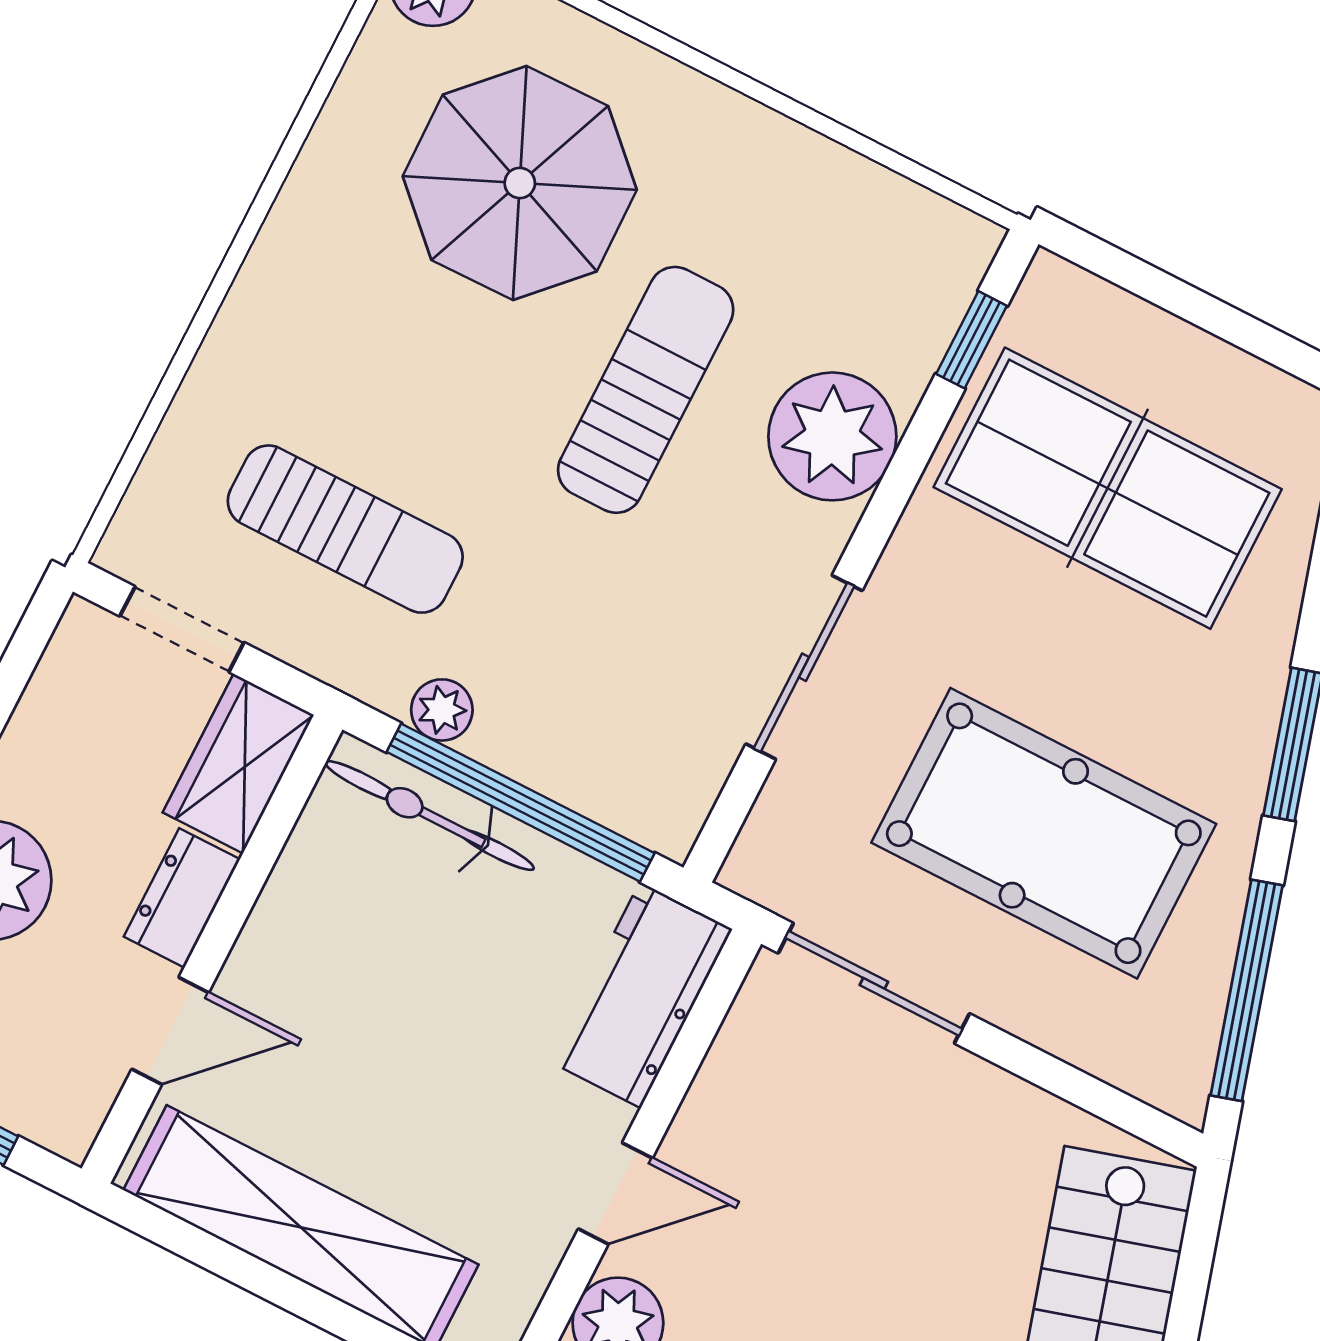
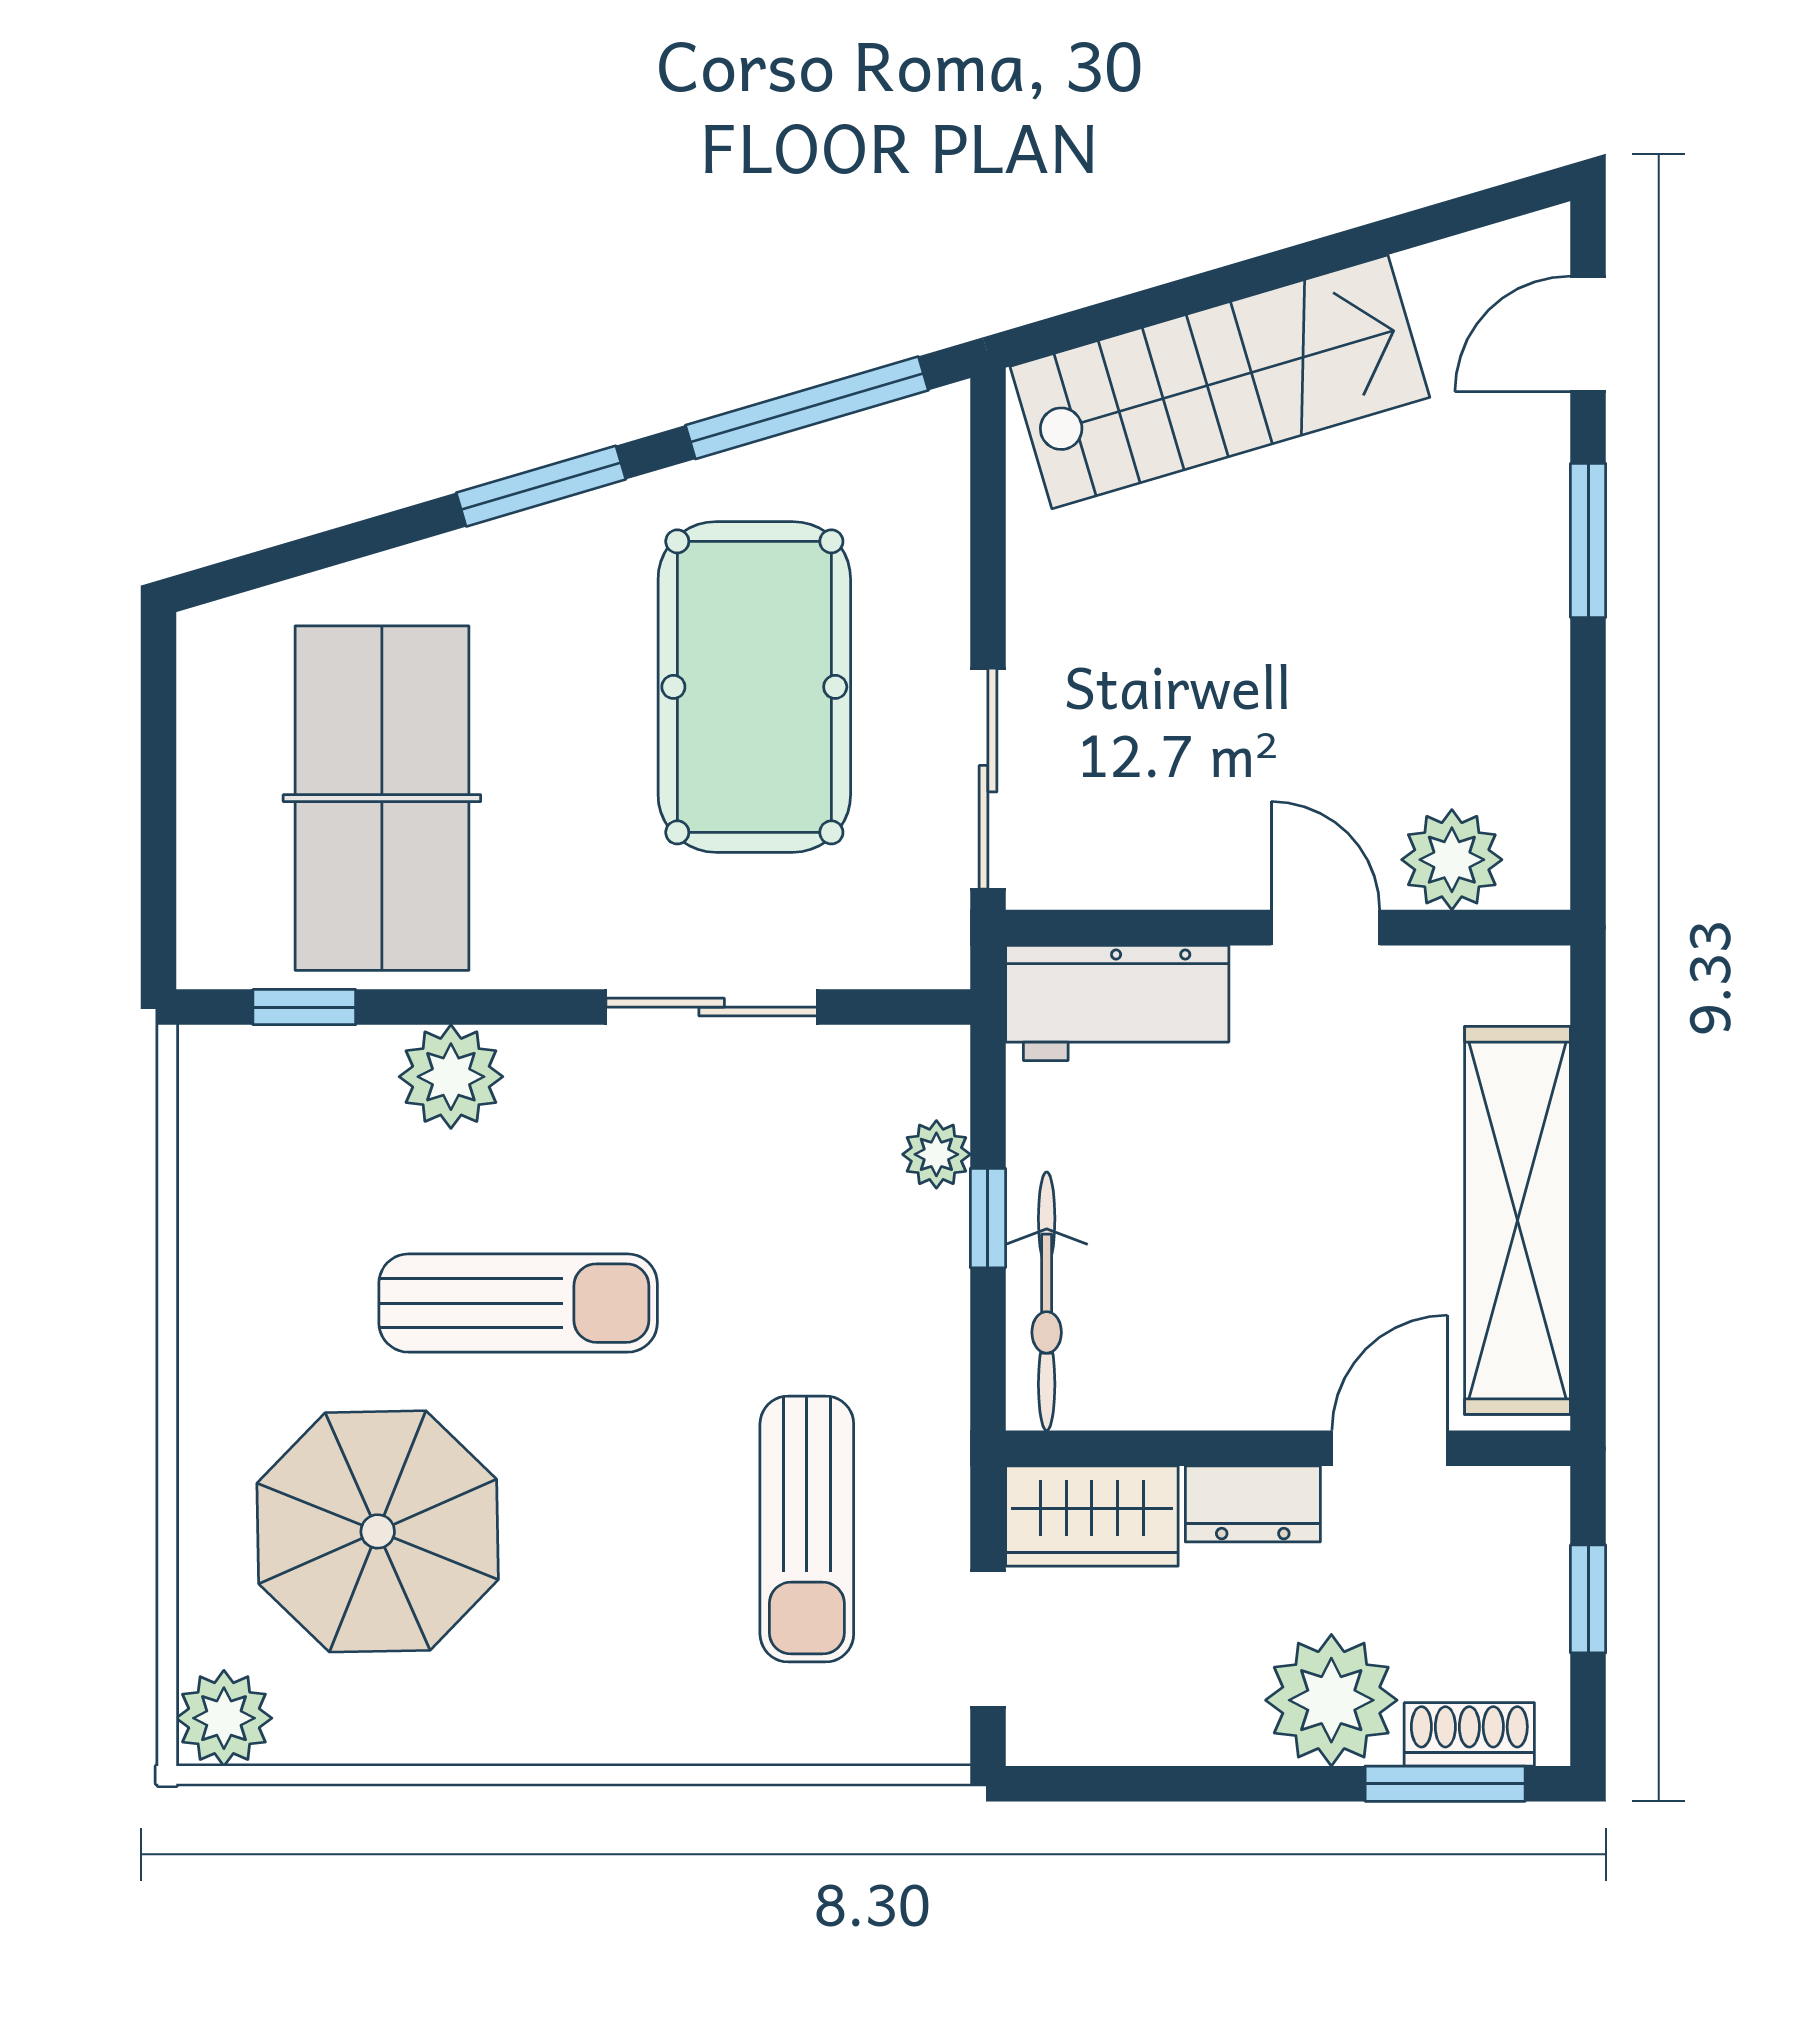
sun lounger: (646, 390) -> (518, 1303), turned 180
plant: (832, 436) -> (451, 1077), width x0.73, depth x0.73
sun lounger: (345, 529) -> (807, 1529), turned 180
plant: (442, 710) -> (936, 1154), moved
window: (521, 803) -> (988, 1218), width x0.32
door: (170, 1031) -> (1390, 1448), hinge flipped

